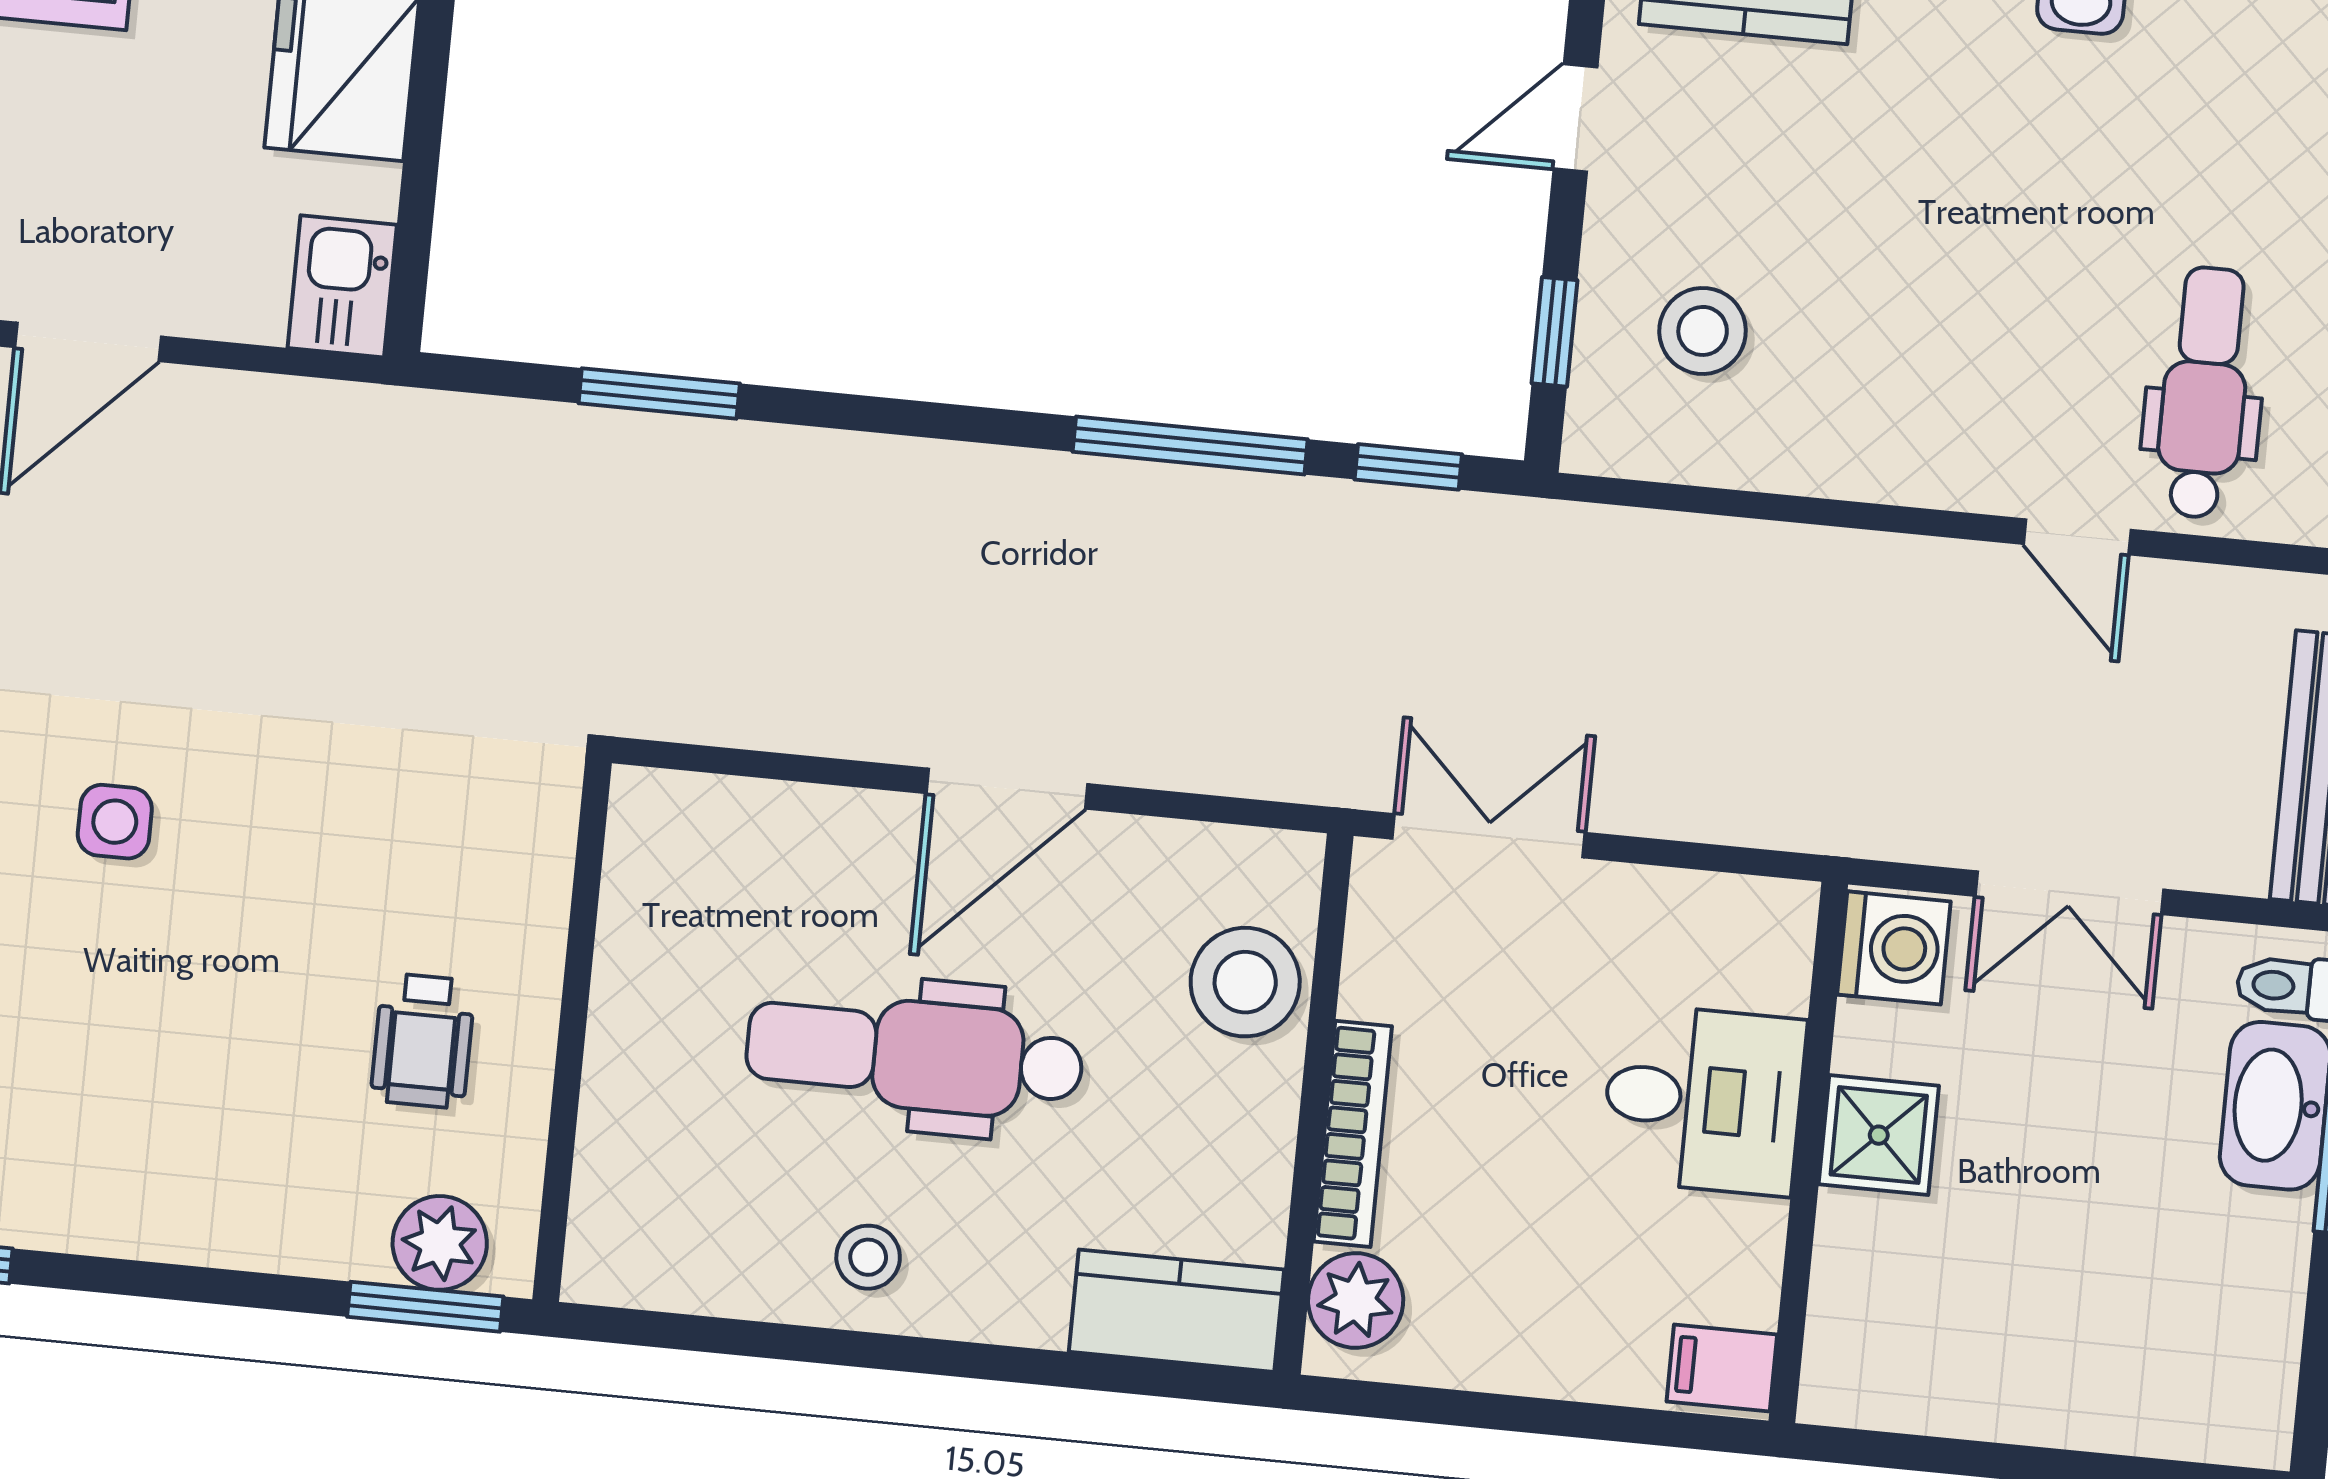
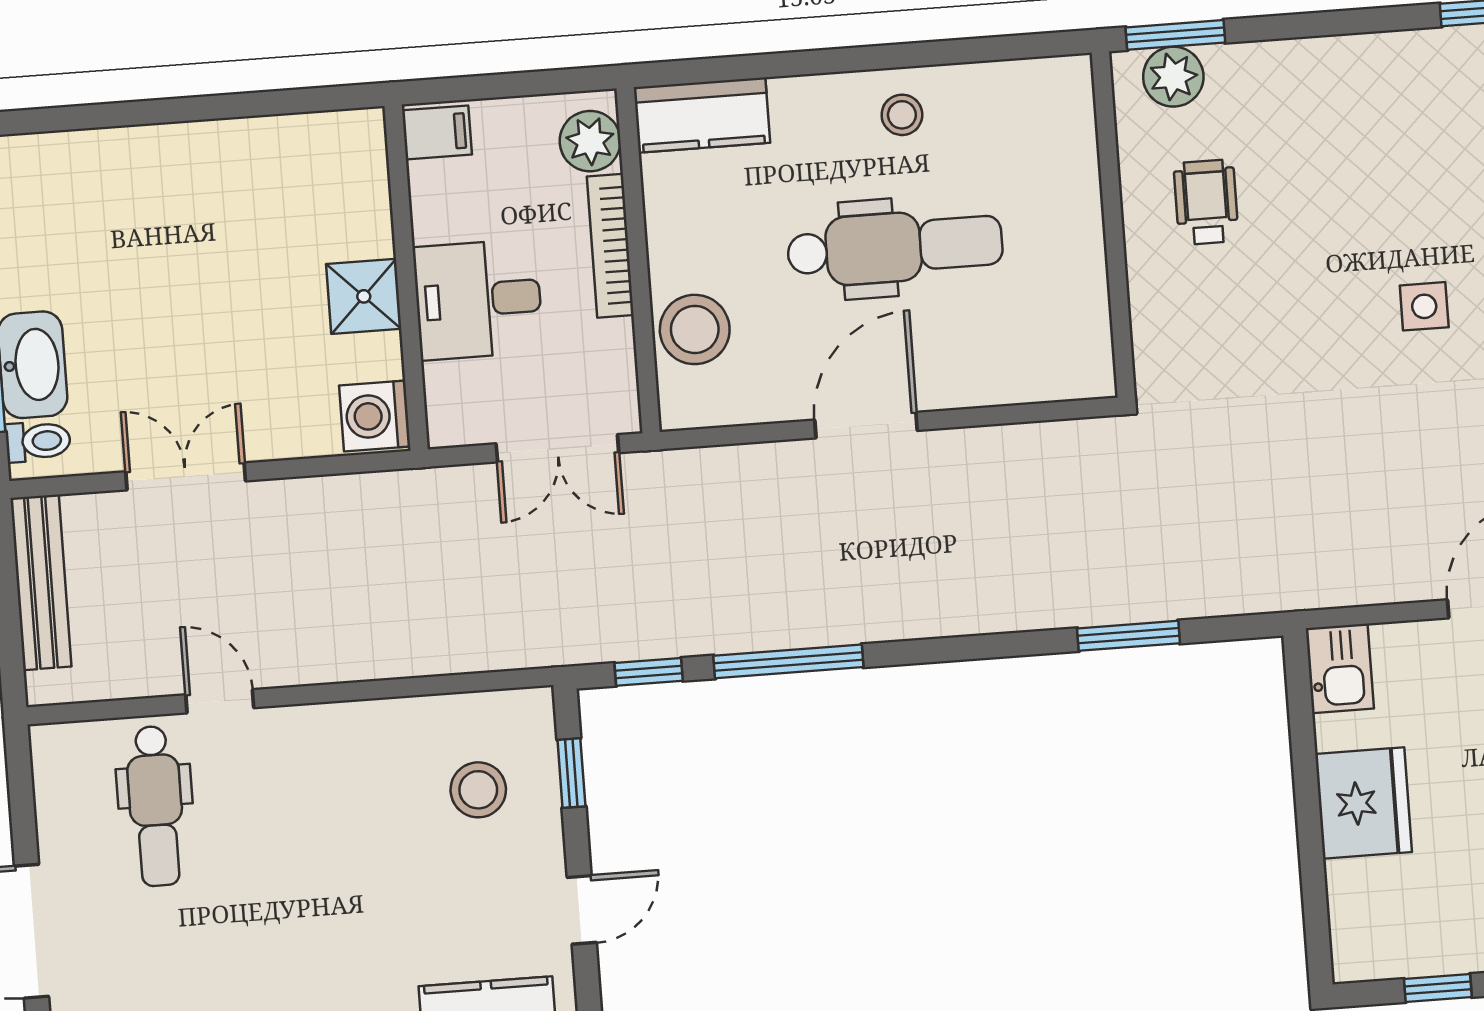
washing machine: (1894, 948) -> (375, 416), moved
desk: (1703, 1100) -> (478, 299), moved
shower: (1879, 1135) -> (364, 296), moved
wall: (1808, 1153) -> (406, 278), moved
filing cabinet: (1722, 1368) -> (437, 132), moved

